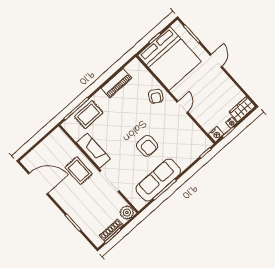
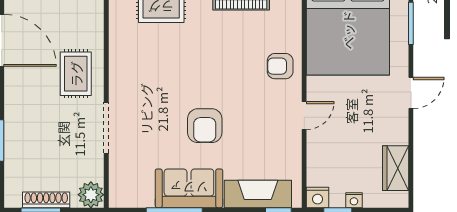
armchair: (156, 96) -> (280, 66), turned 60
wardrobe: (242, 109) -> (396, 168), moved, turned -90
fireplace: (93, 151) -> (258, 194), moved, turned -90
sofa: (158, 180) -> (189, 188), width x0.73

